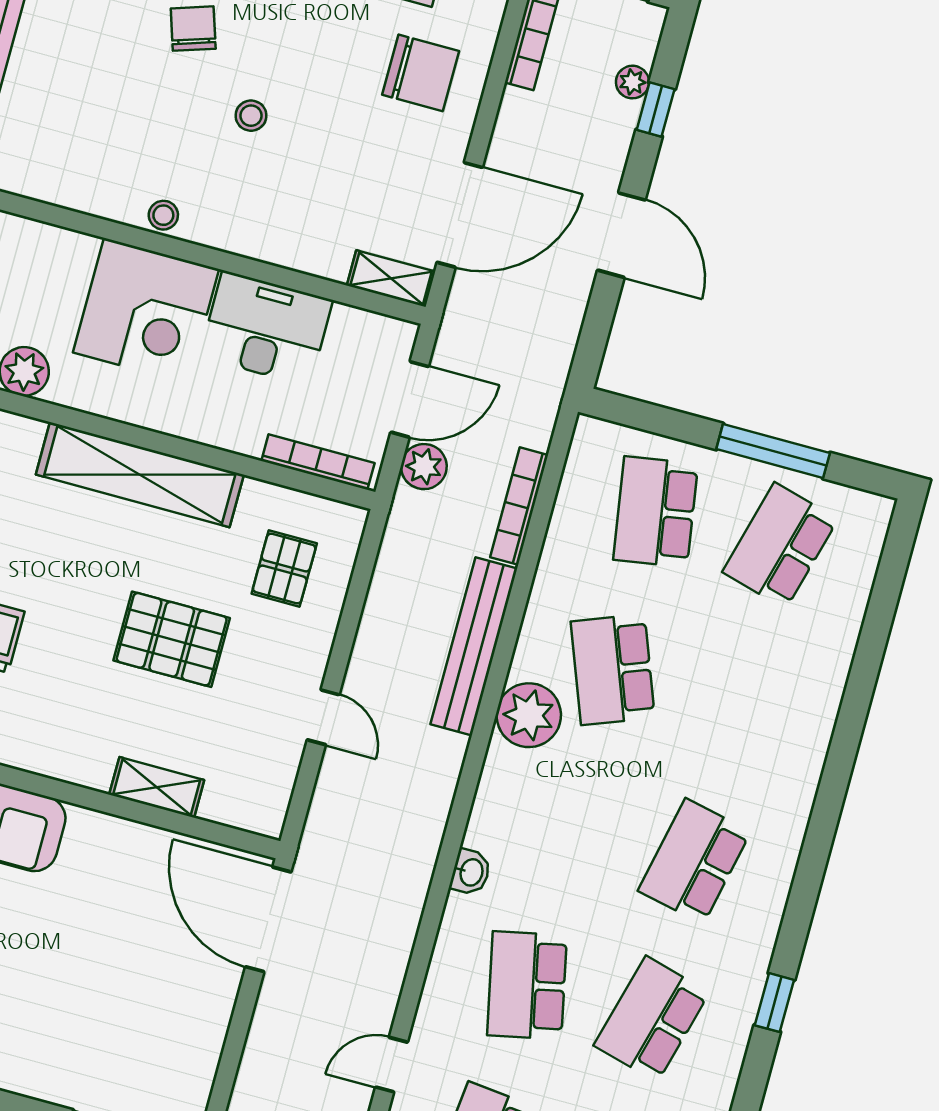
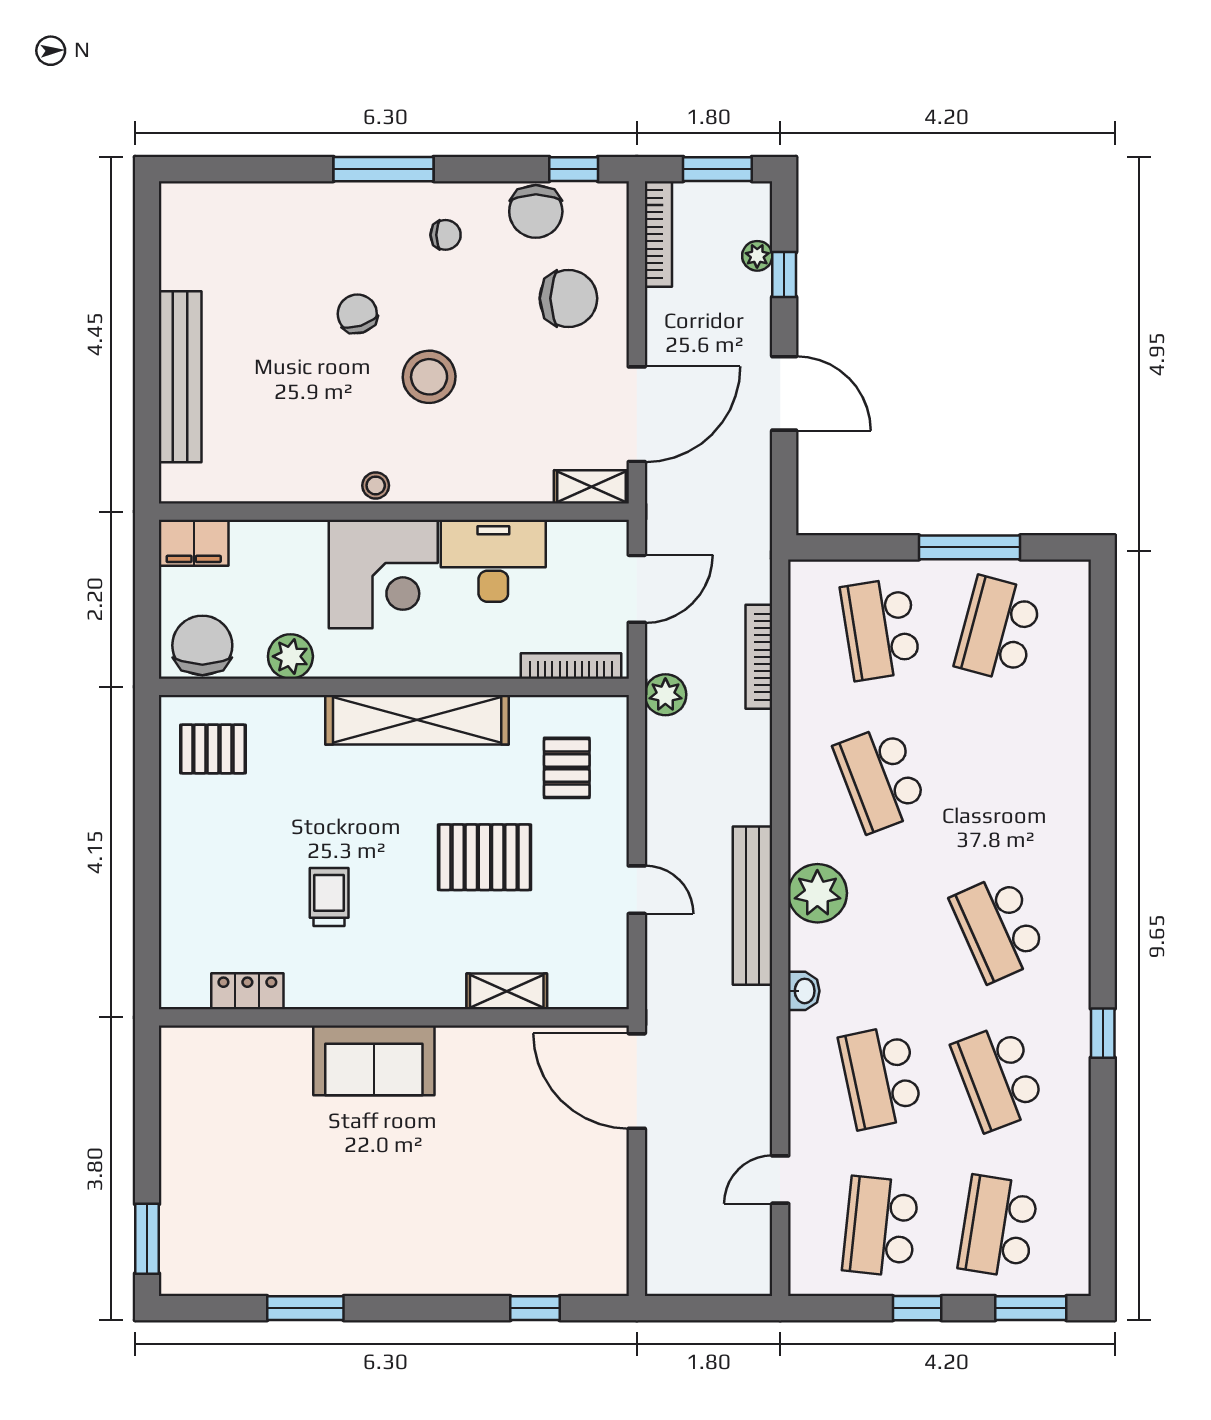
stool: (251, 116) -> (429, 377), width x1.89, depth x1.89
plant: (424, 467) -> (665, 695), moved
bench: (474, 646) -> (753, 906), moved
plant: (529, 715) -> (817, 893), moved
school desk: (694, 861) -> (998, 928), turned -36
school desk: (651, 1019) -> (998, 1077), turned -36

